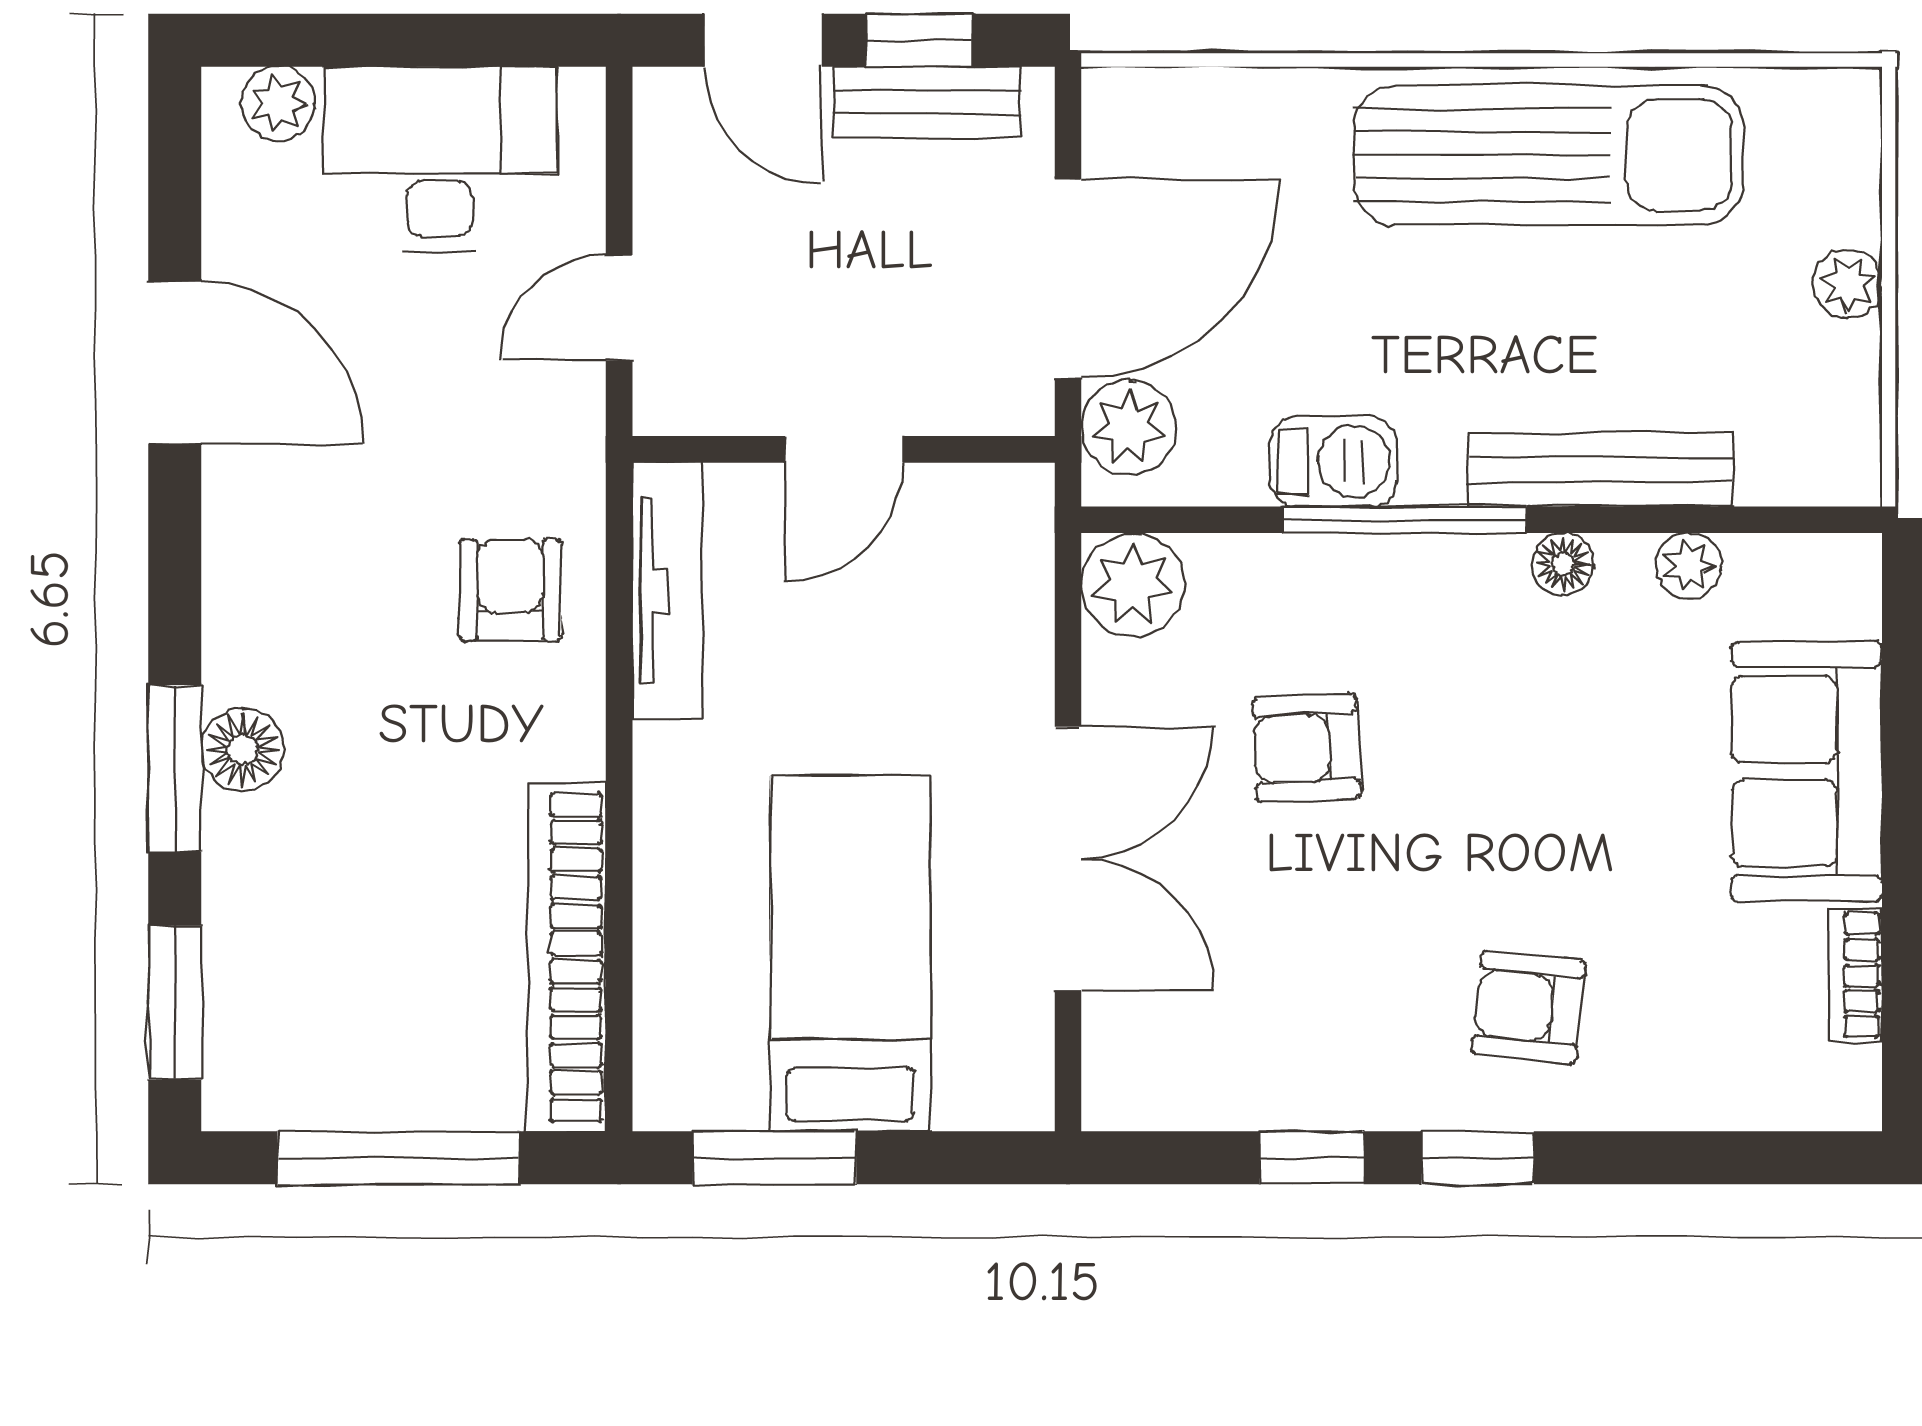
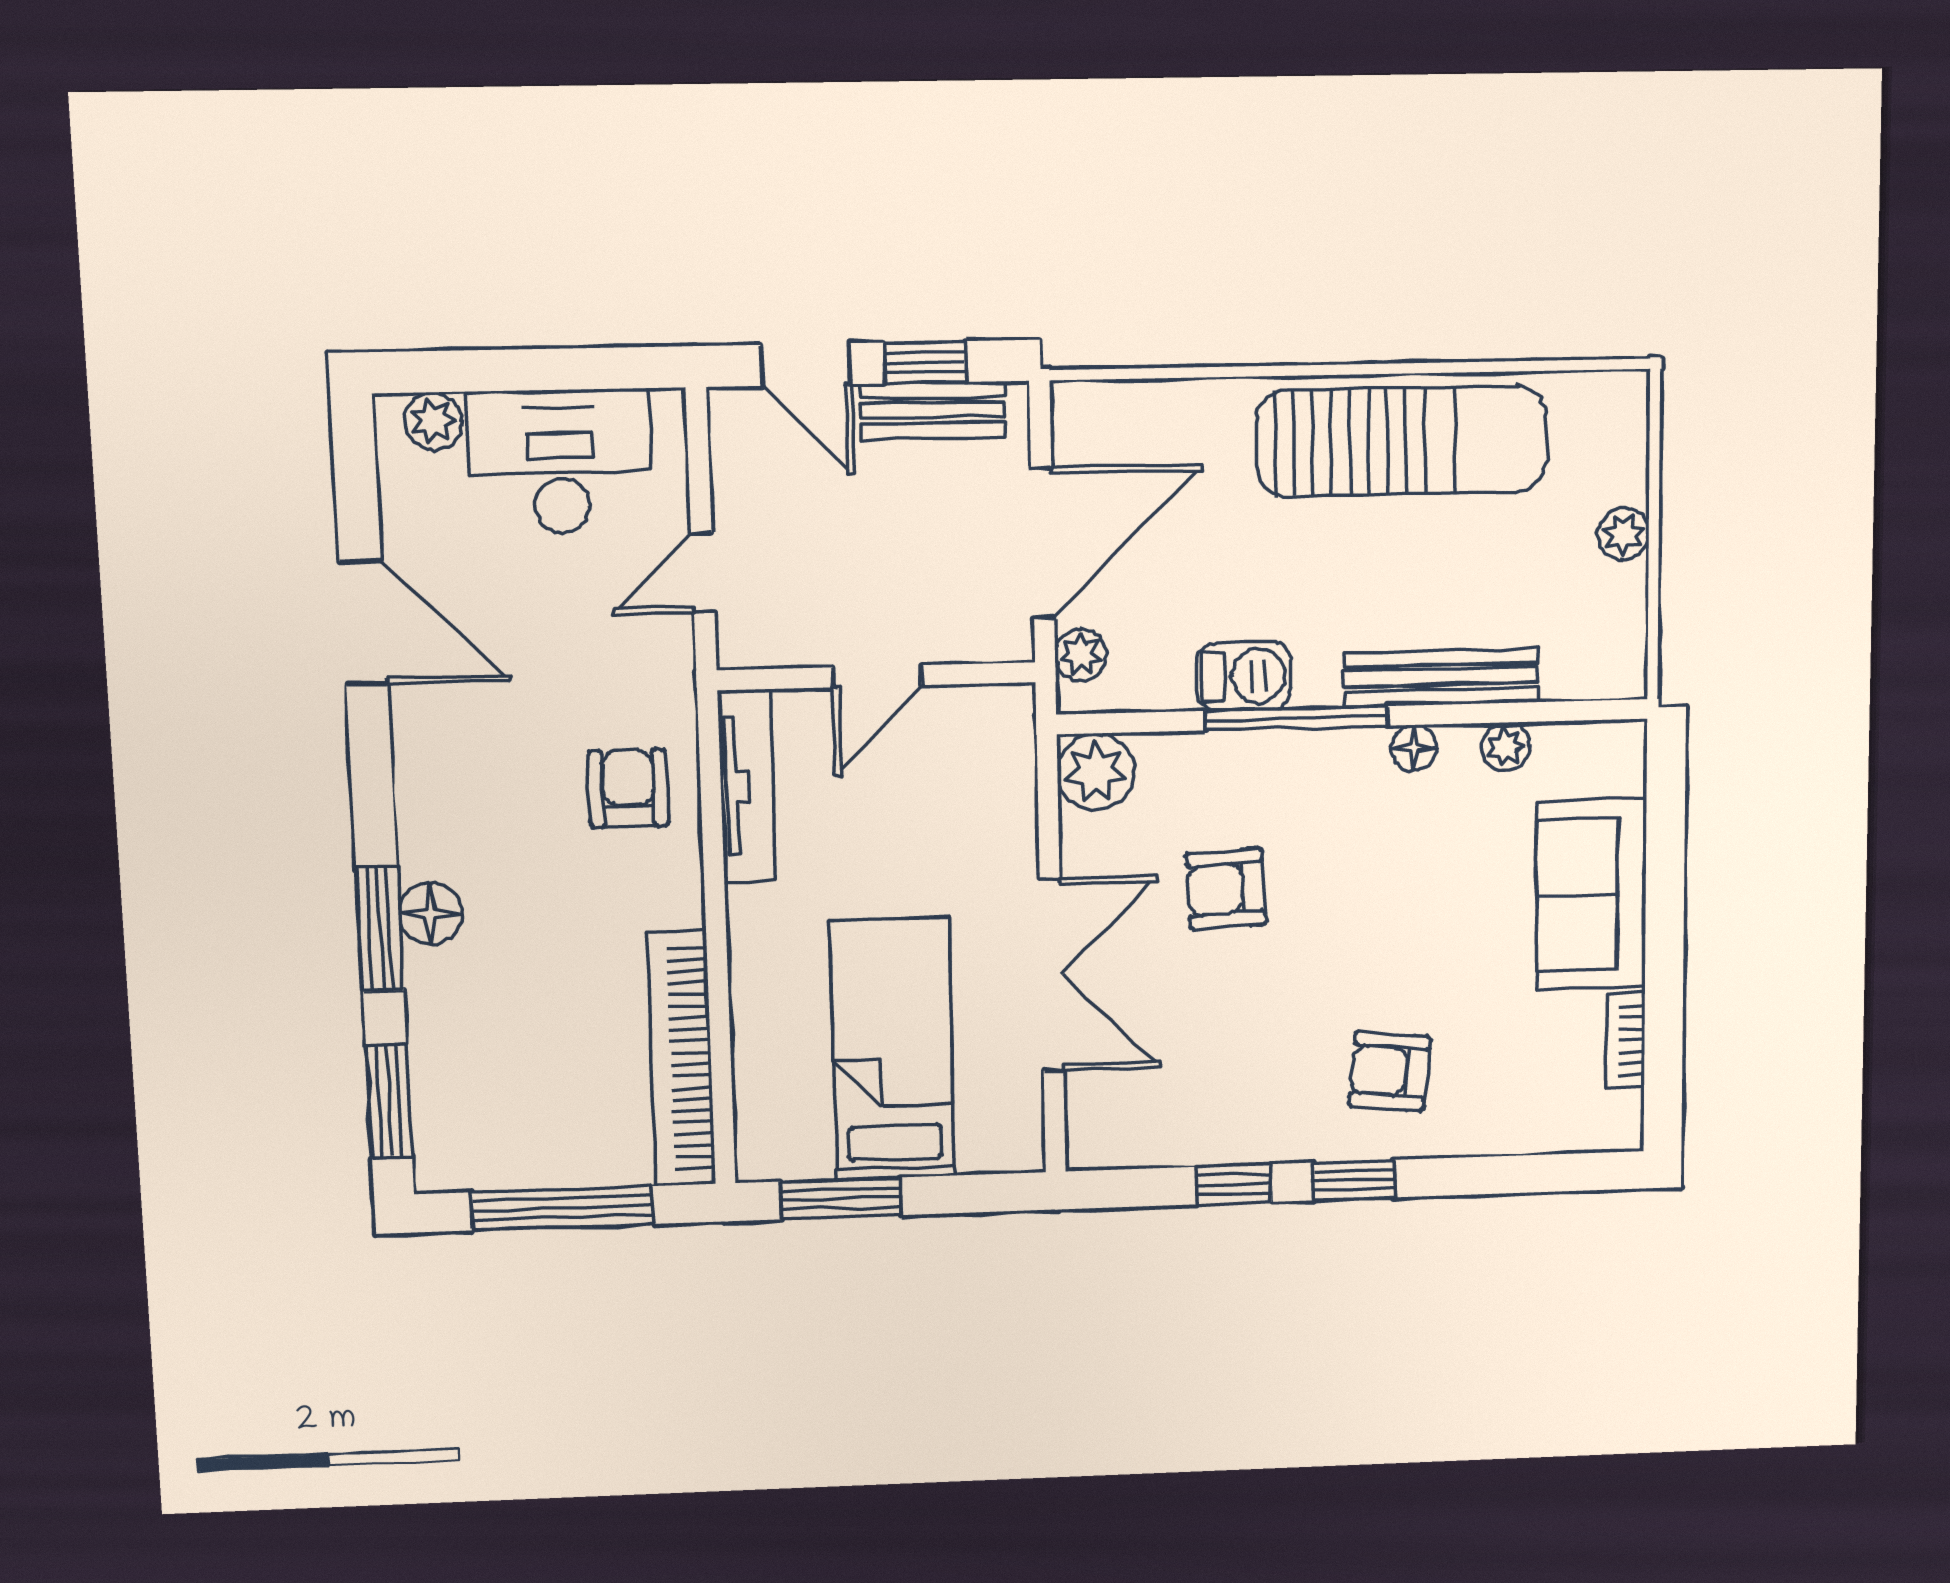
plant: (1129, 427) -> (1081, 655), width x0.73, depth x0.73

